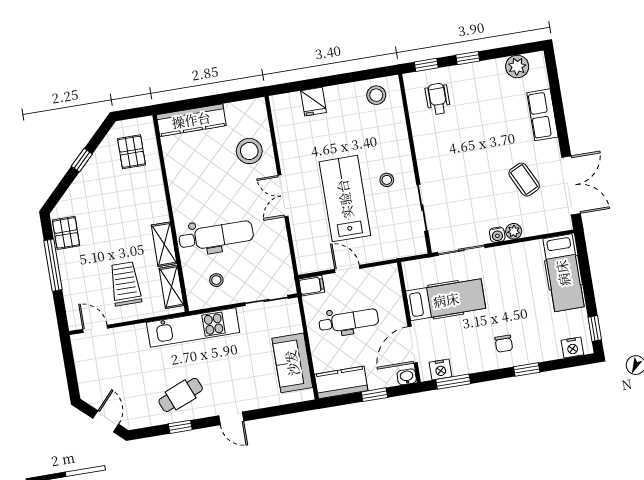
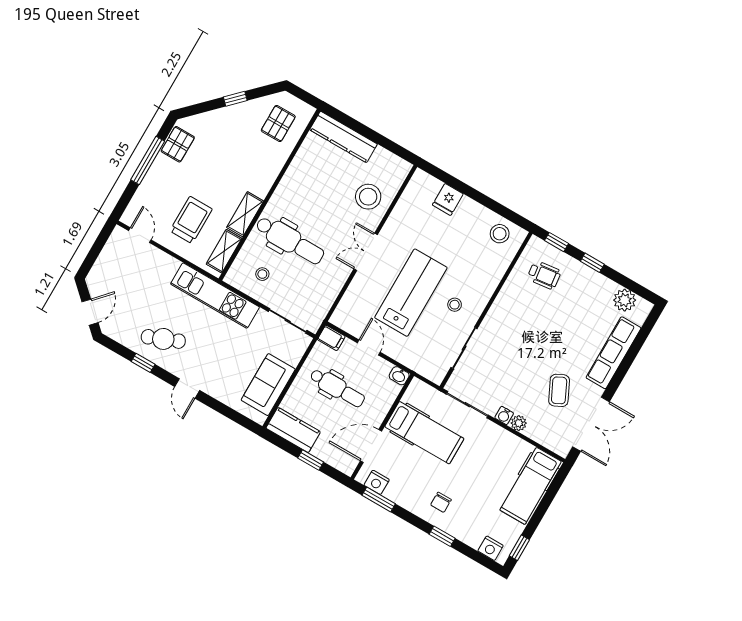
wheelchair: (438, 99) -> (544, 275), turned 83
row of seats: (542, 115) -> (614, 353), width x1.48
washbasin: (407, 377) -> (399, 376), moved, turned 180

